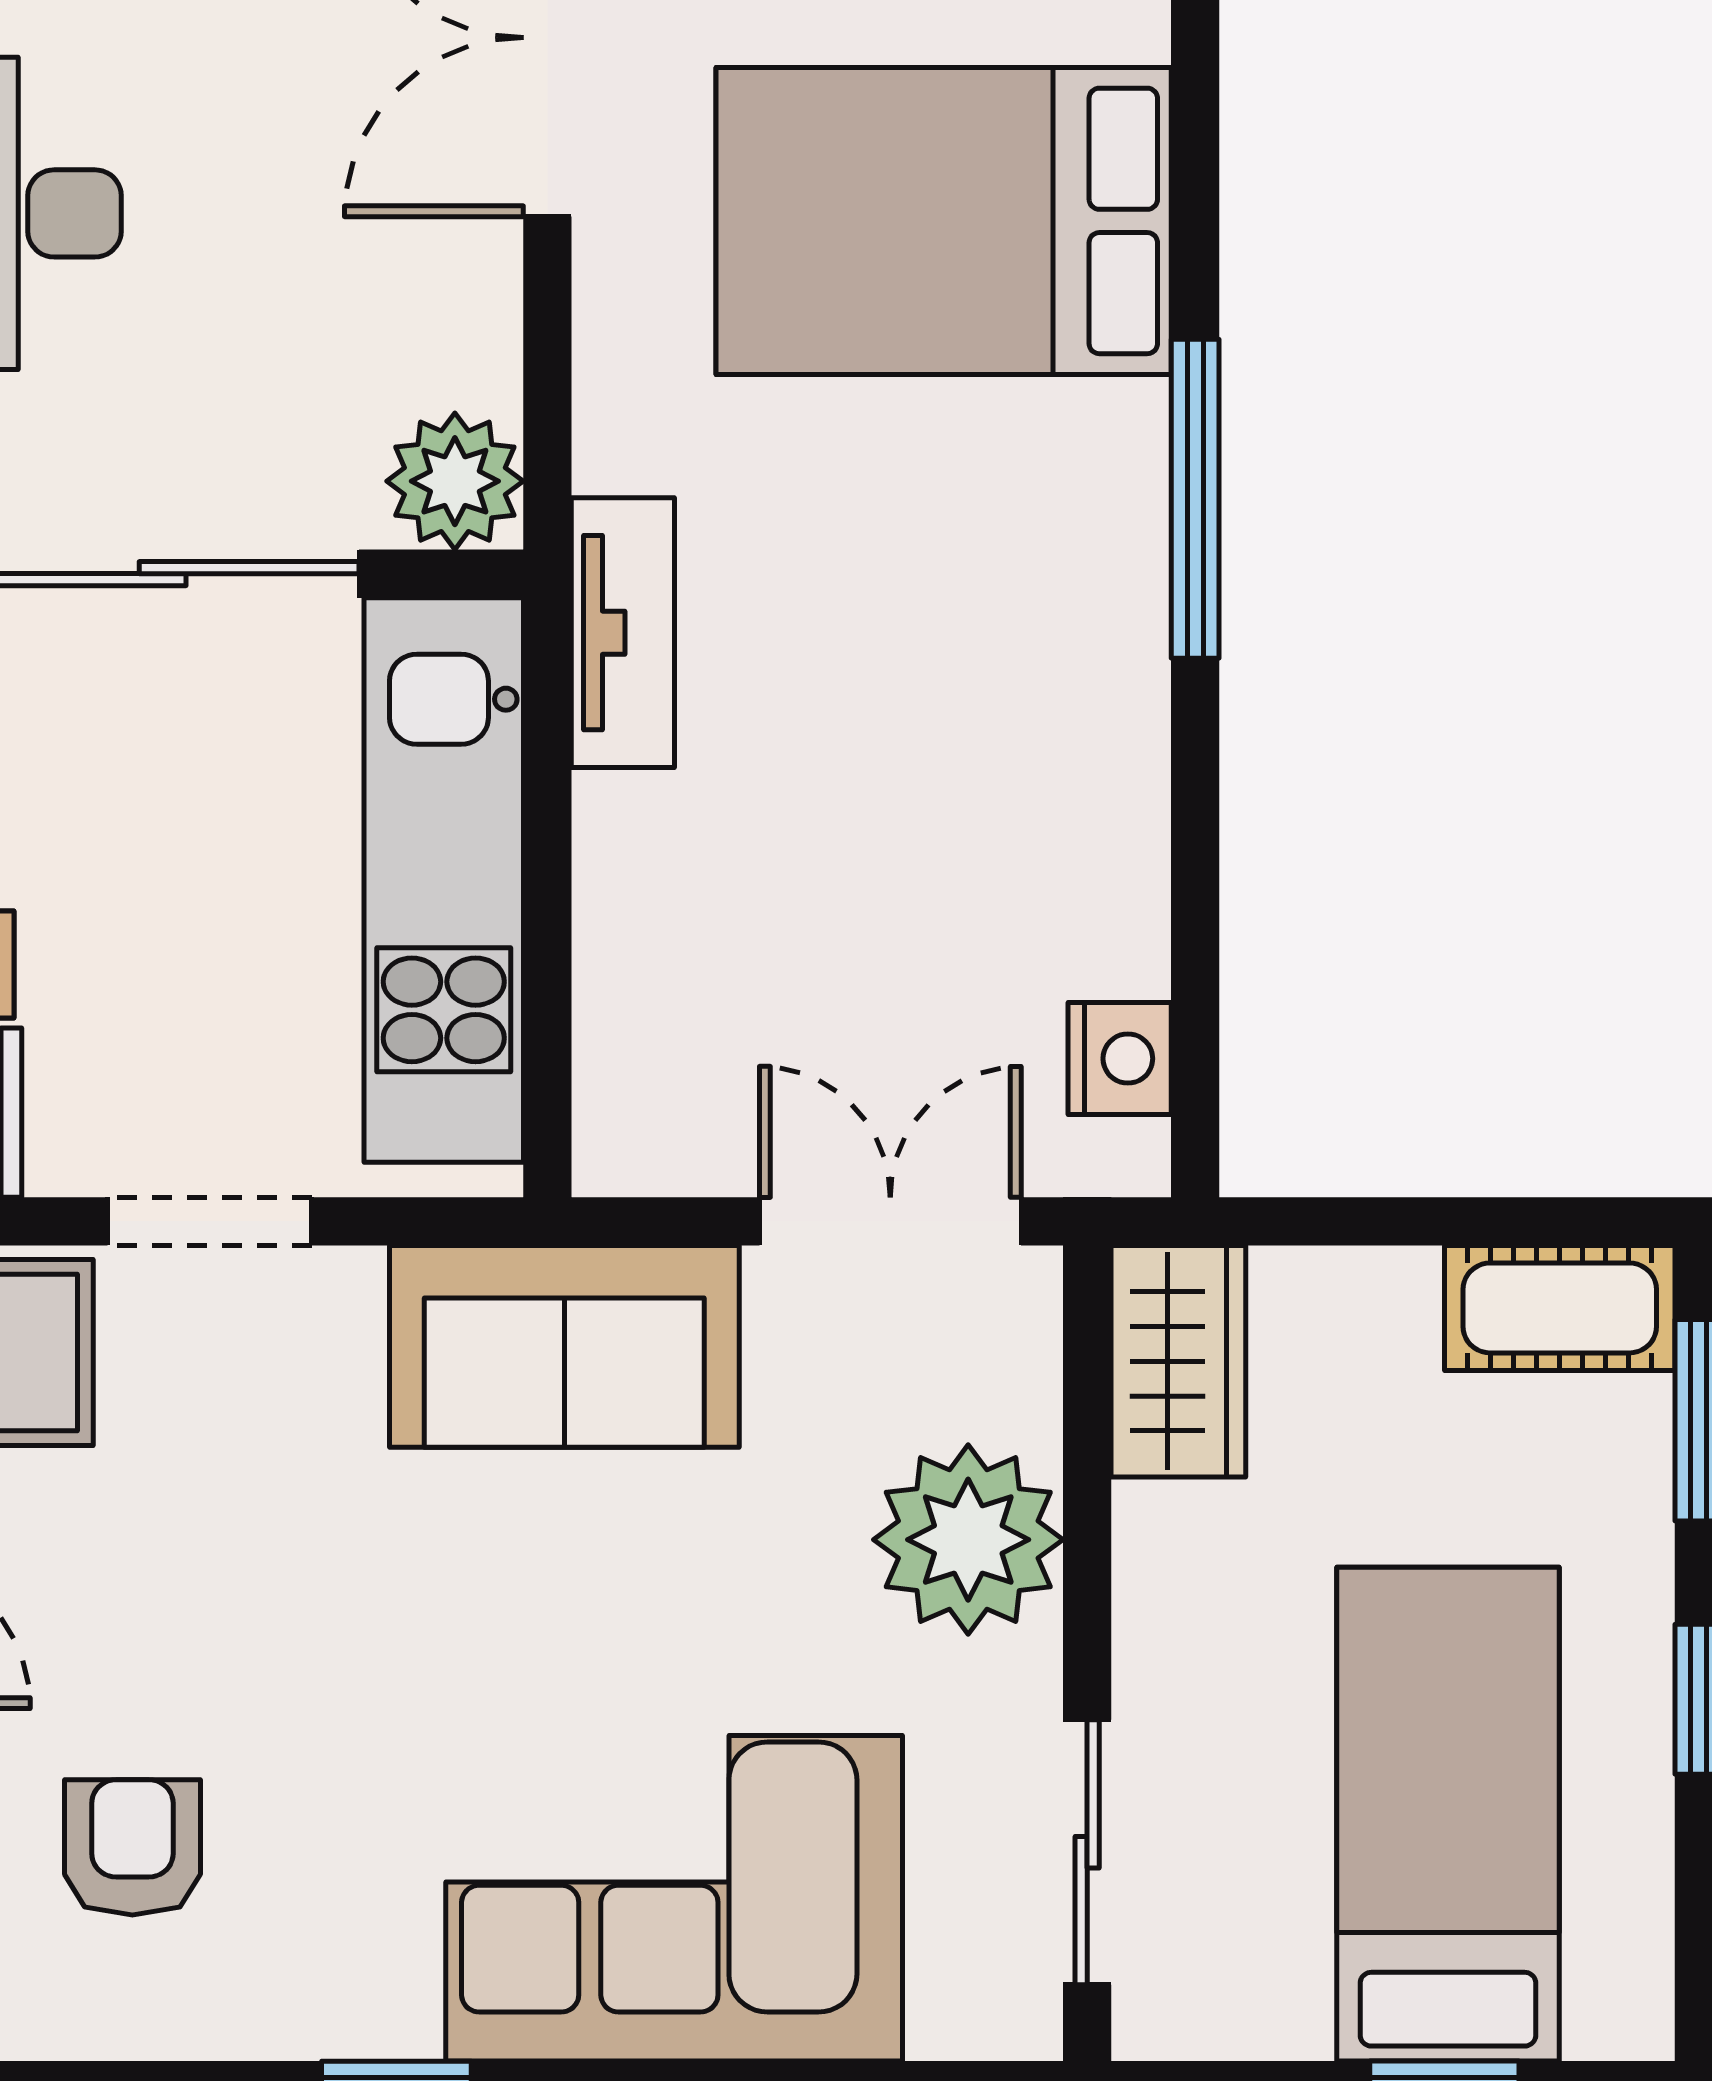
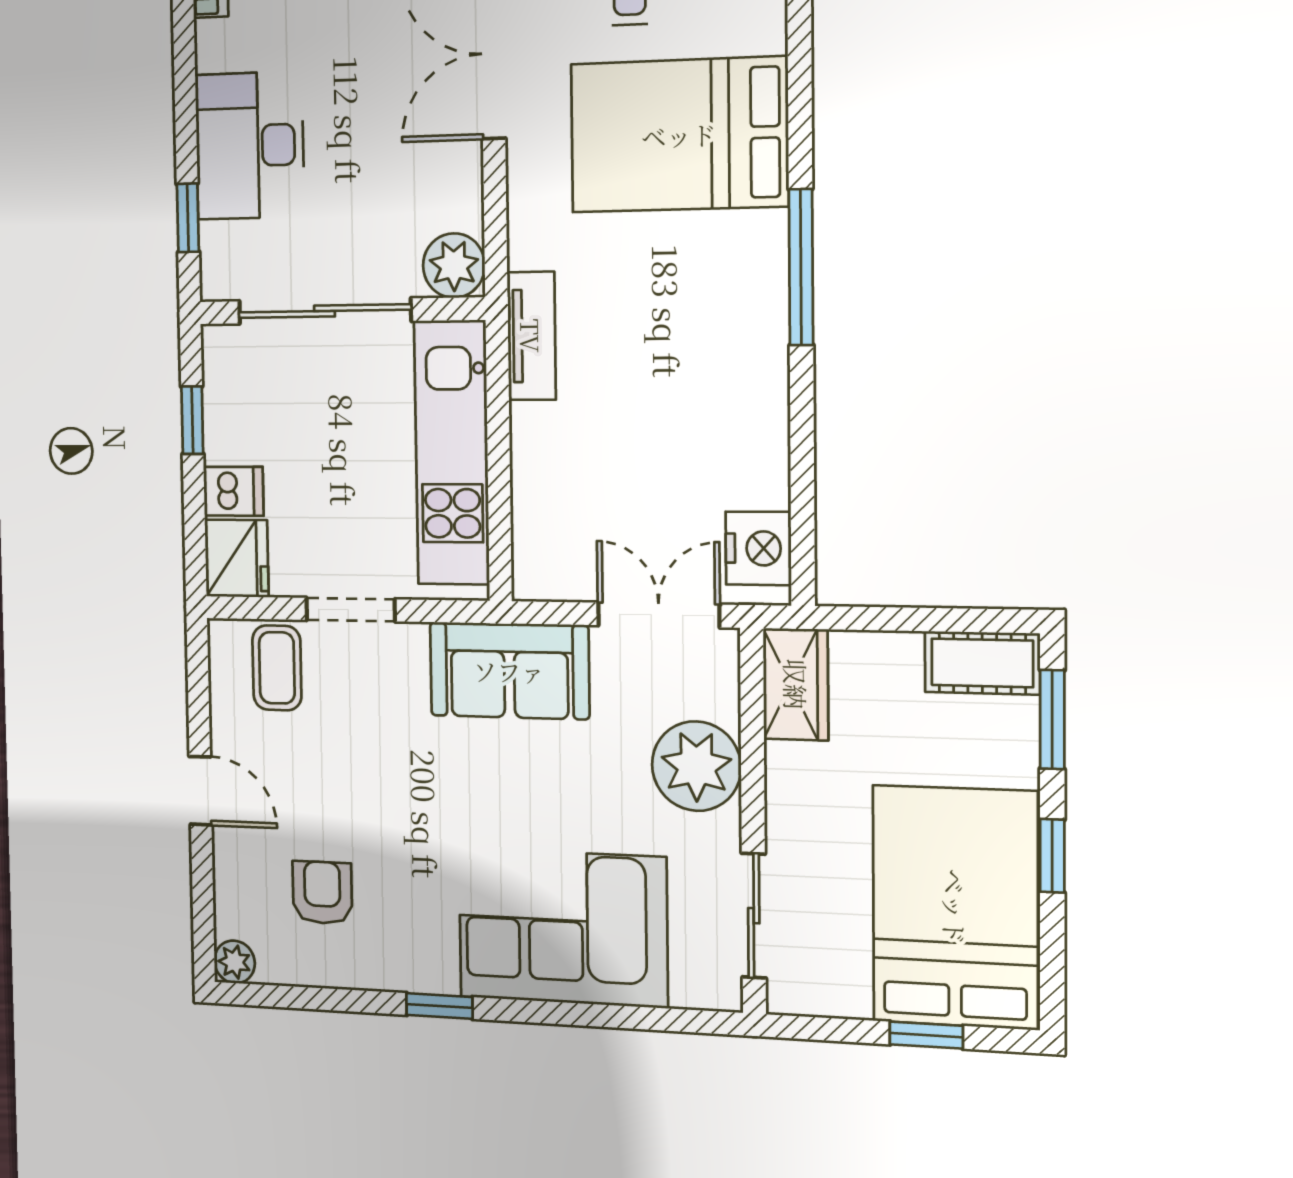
nightstand: (1120, 1059) -> (758, 548), width x1.36, depth x1.33
bed: (1448, 1814) -> (955, 907), width x1.50

